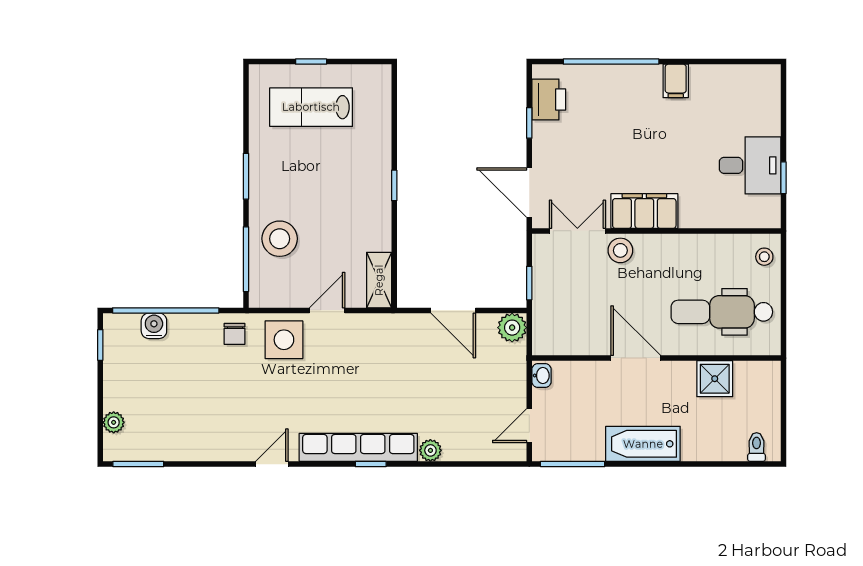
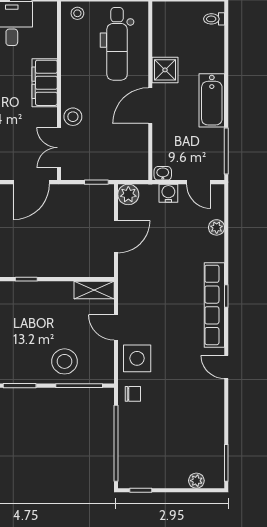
filing cabinet: (644, 211) -> (45, 83), moved
water cooler: (154, 326) -> (168, 193), moved, turned 90
shower: (715, 379) -> (165, 70), moved
plant: (430, 450) -> (217, 227), moved

